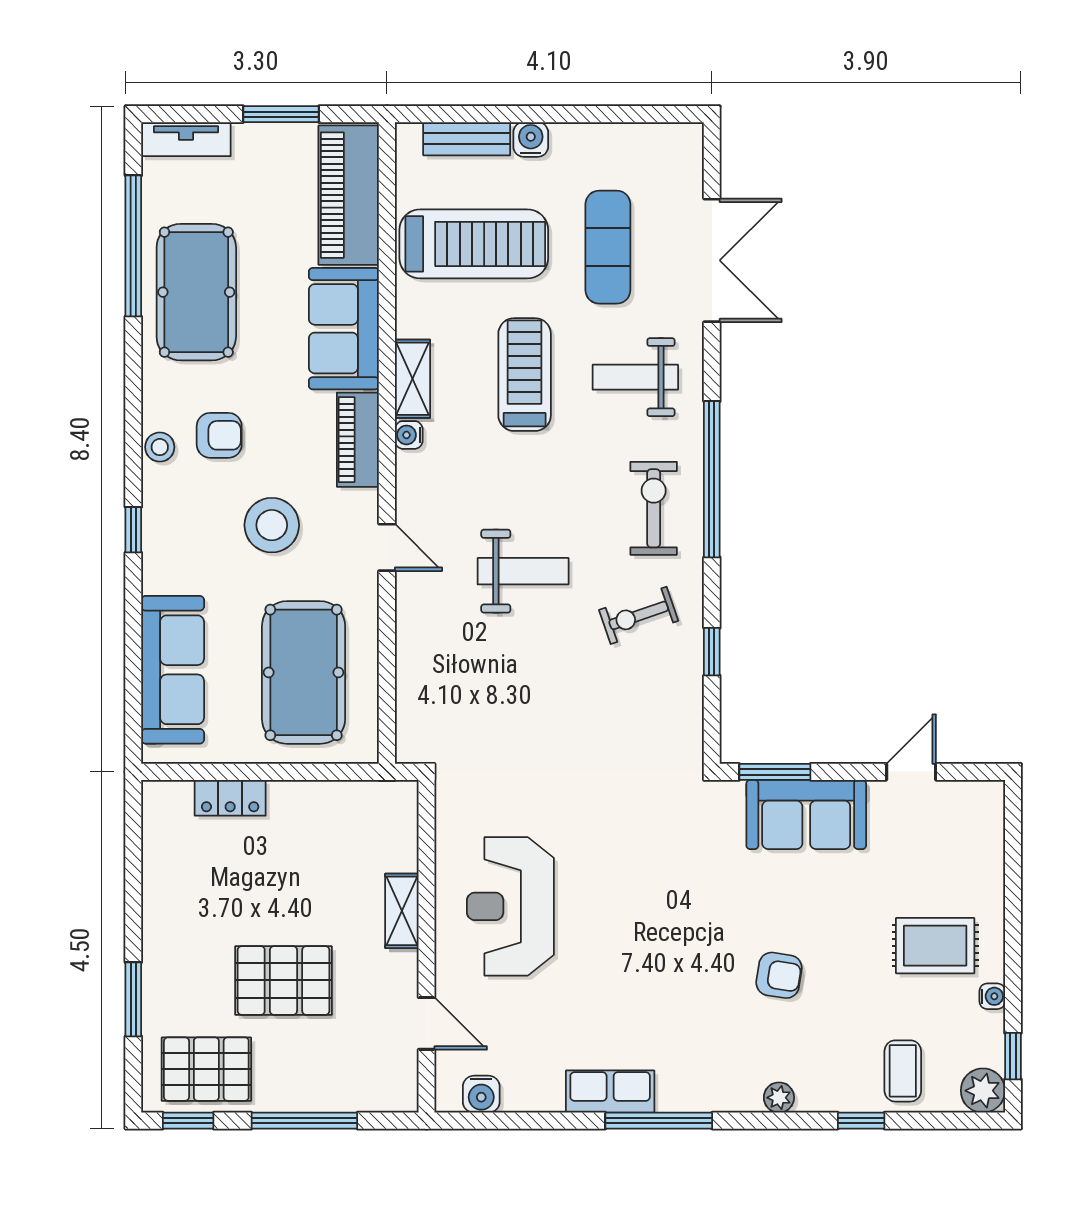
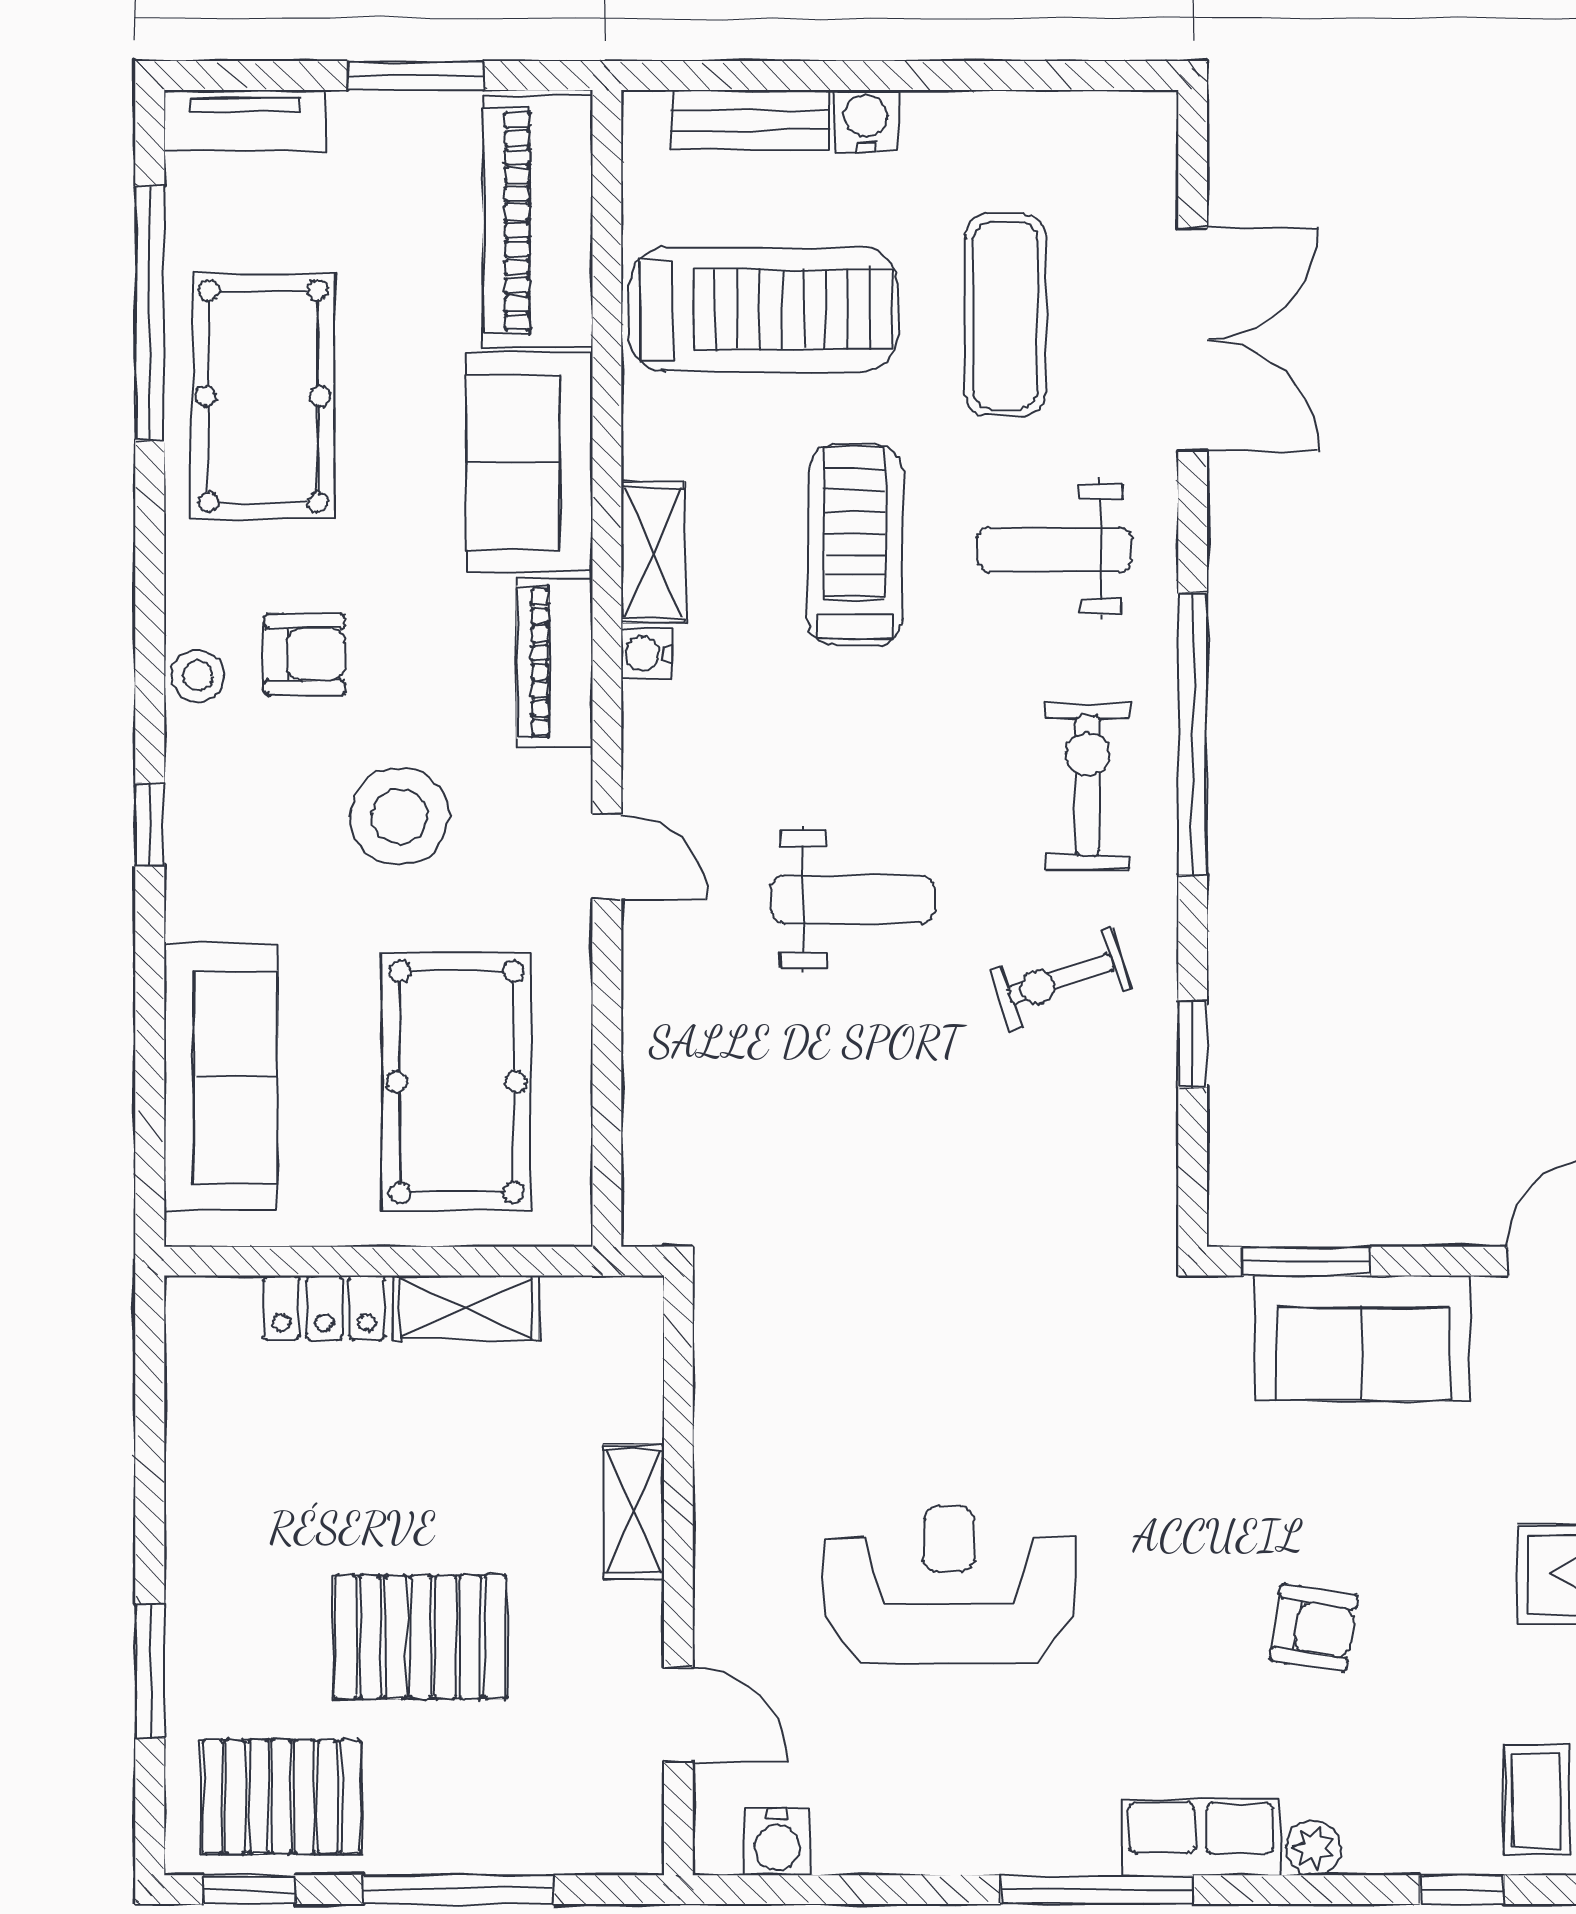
shelving: (309, 798) -> (466, 1308), added
reception desk: (510, 906) -> (949, 1585), moved, turned 90
row of seats: (610, 1092) -> (1201, 1837), moved

